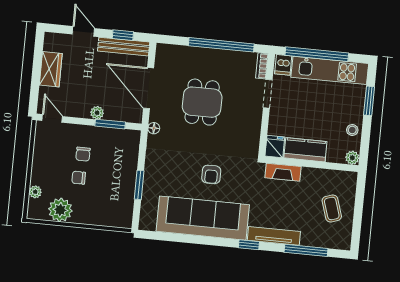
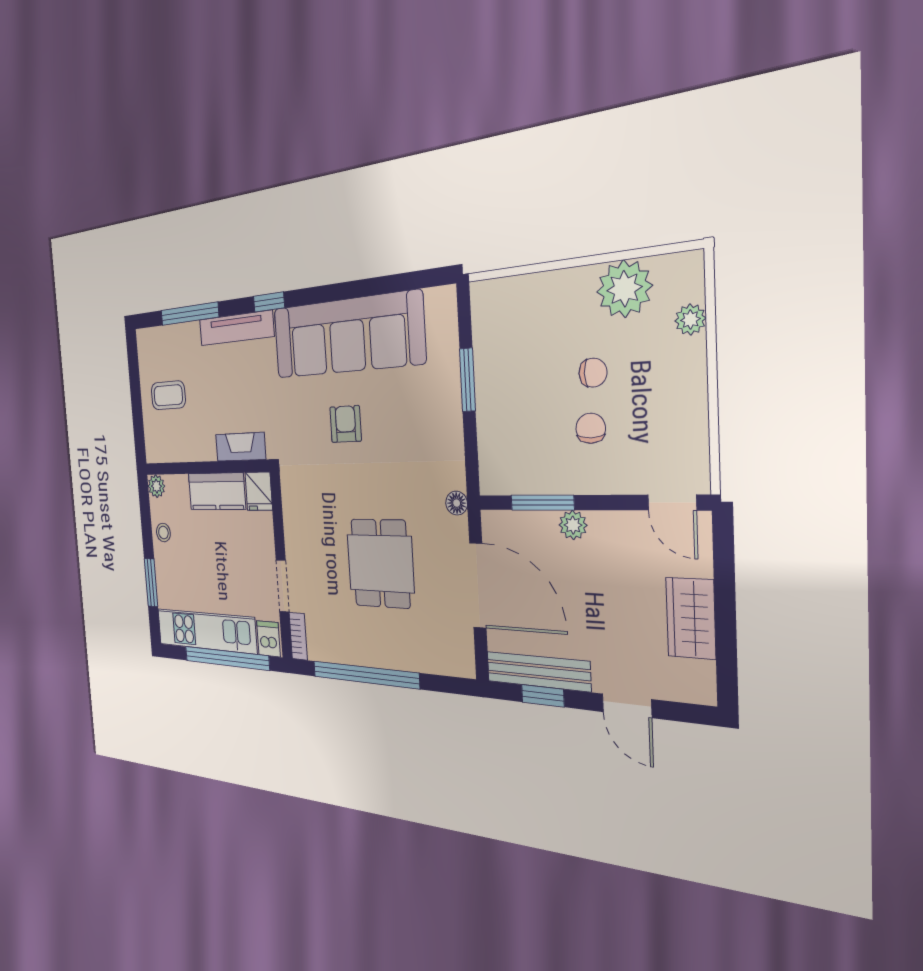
coffee table: (332, 208) -> (168, 395), turned -72

